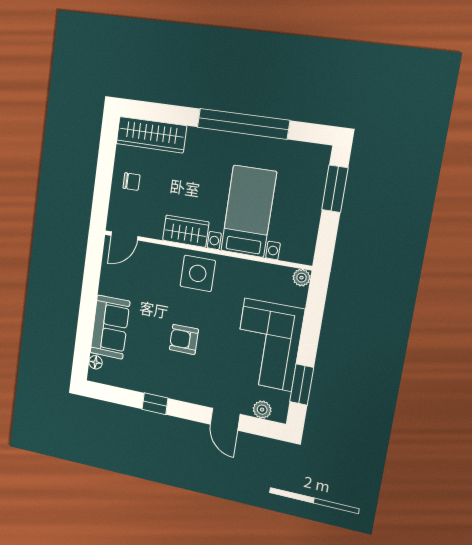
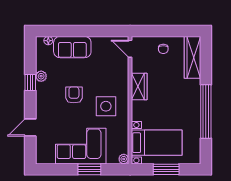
window: (335, 189) -> (166, 169), moved
bed with nightstands: (249, 211) -> (157, 143), moved
side table: (198, 273) -> (106, 106), moved
window: (302, 385) -> (89, 169), moved
plant: (262, 410) -> (41, 76), moved

